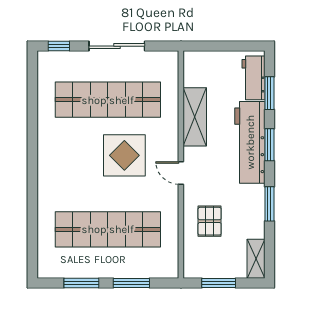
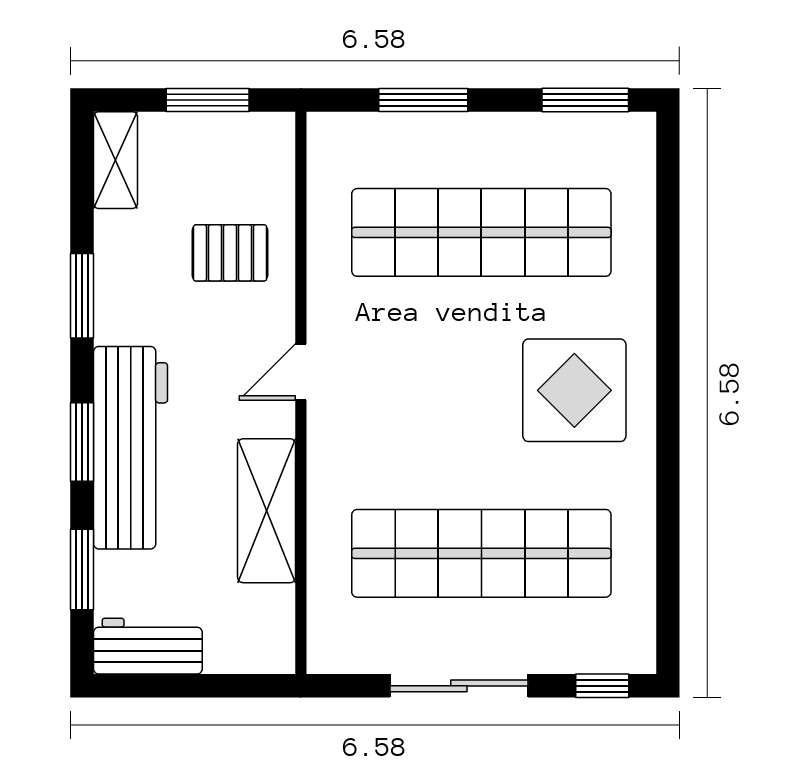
workbench: (253, 78) -> (148, 646), moved, turned -90
display table: (124, 155) -> (574, 390), moved
door: (181, 173) -> (301, 372), swing flipped
pallet: (210, 221) -> (230, 253), turned 90
window: (81, 283) -> (585, 100), moved

